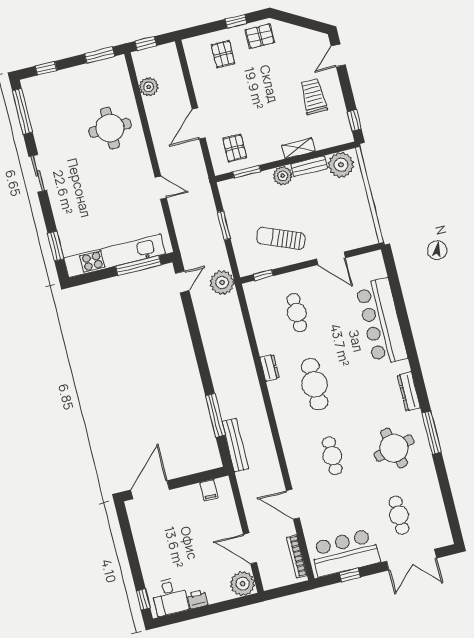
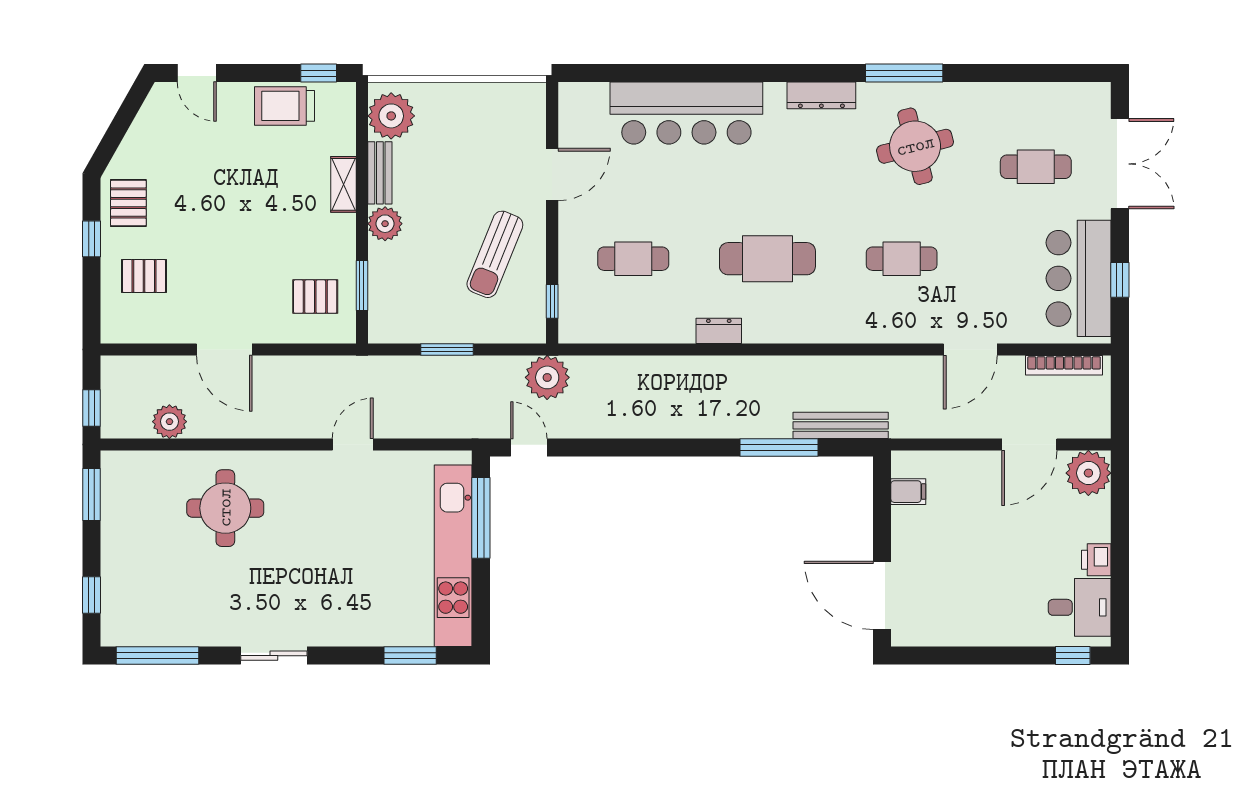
trolley: (313, 96) -> (285, 106), moved
door: (199, 123) -> (224, 349), moved

